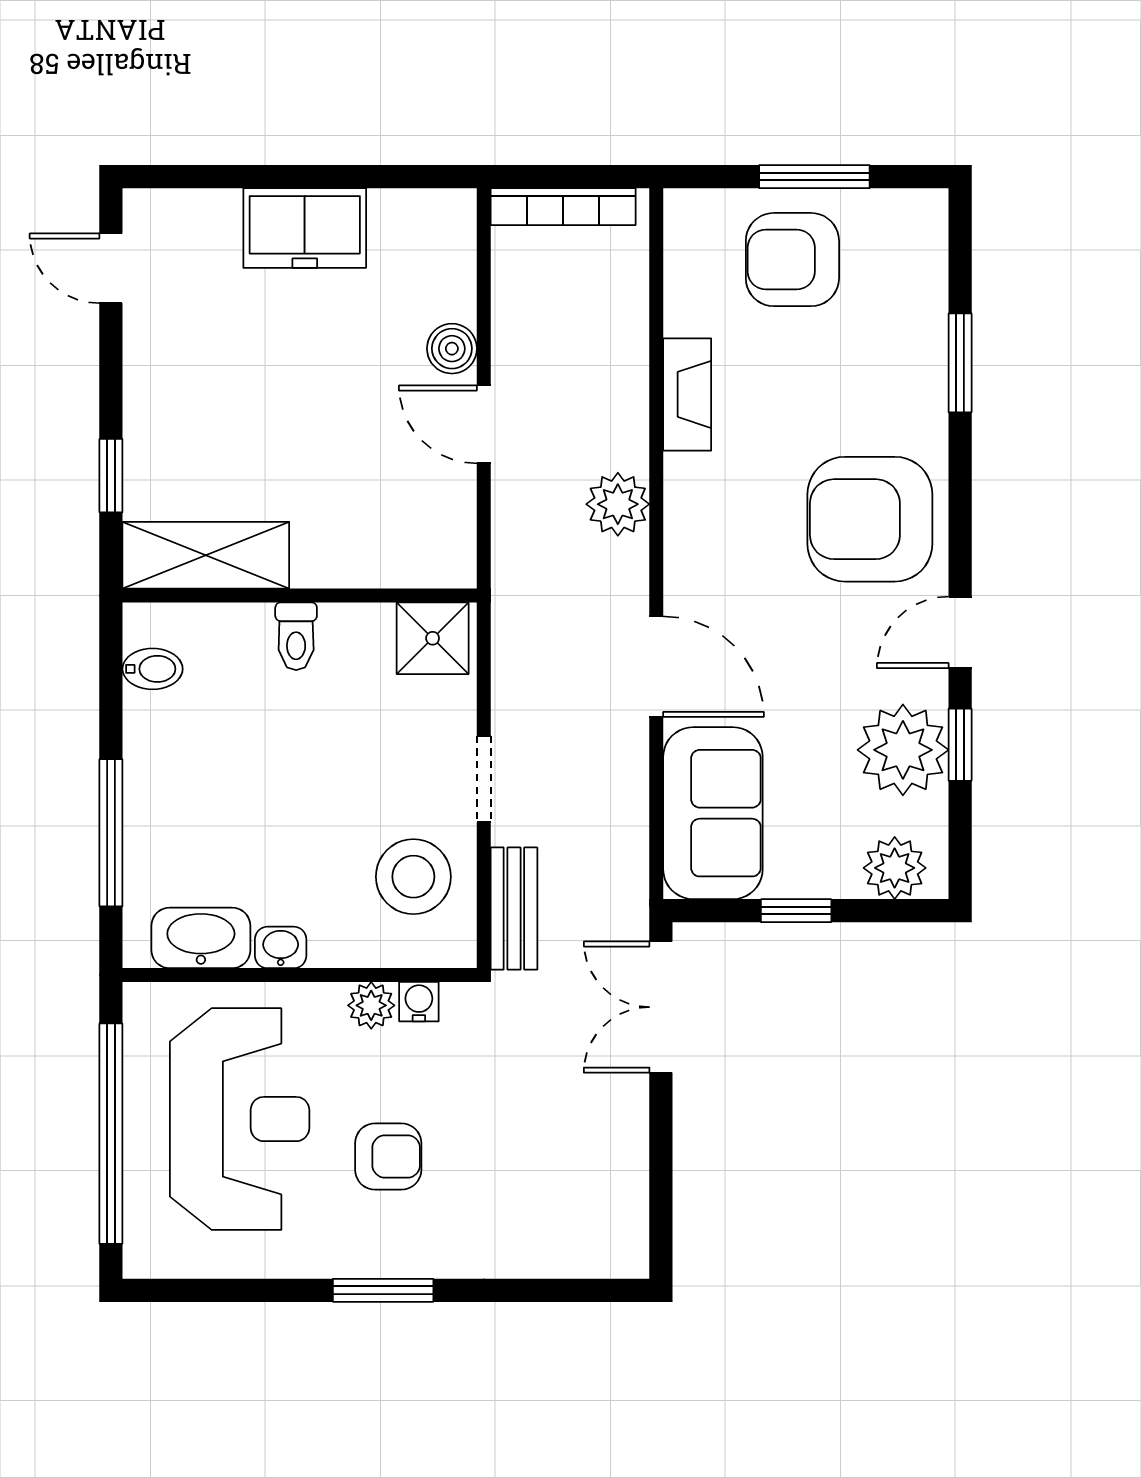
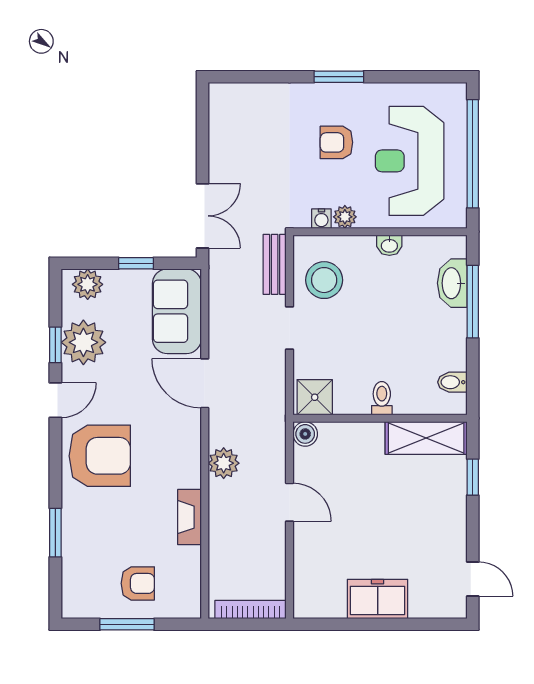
armchair: (792, 260) -> (138, 583), width x0.72, depth x0.72
boiler: (452, 349) -> (305, 434), moved
washbasin: (201, 938) -> (452, 283), moved, turned 90

